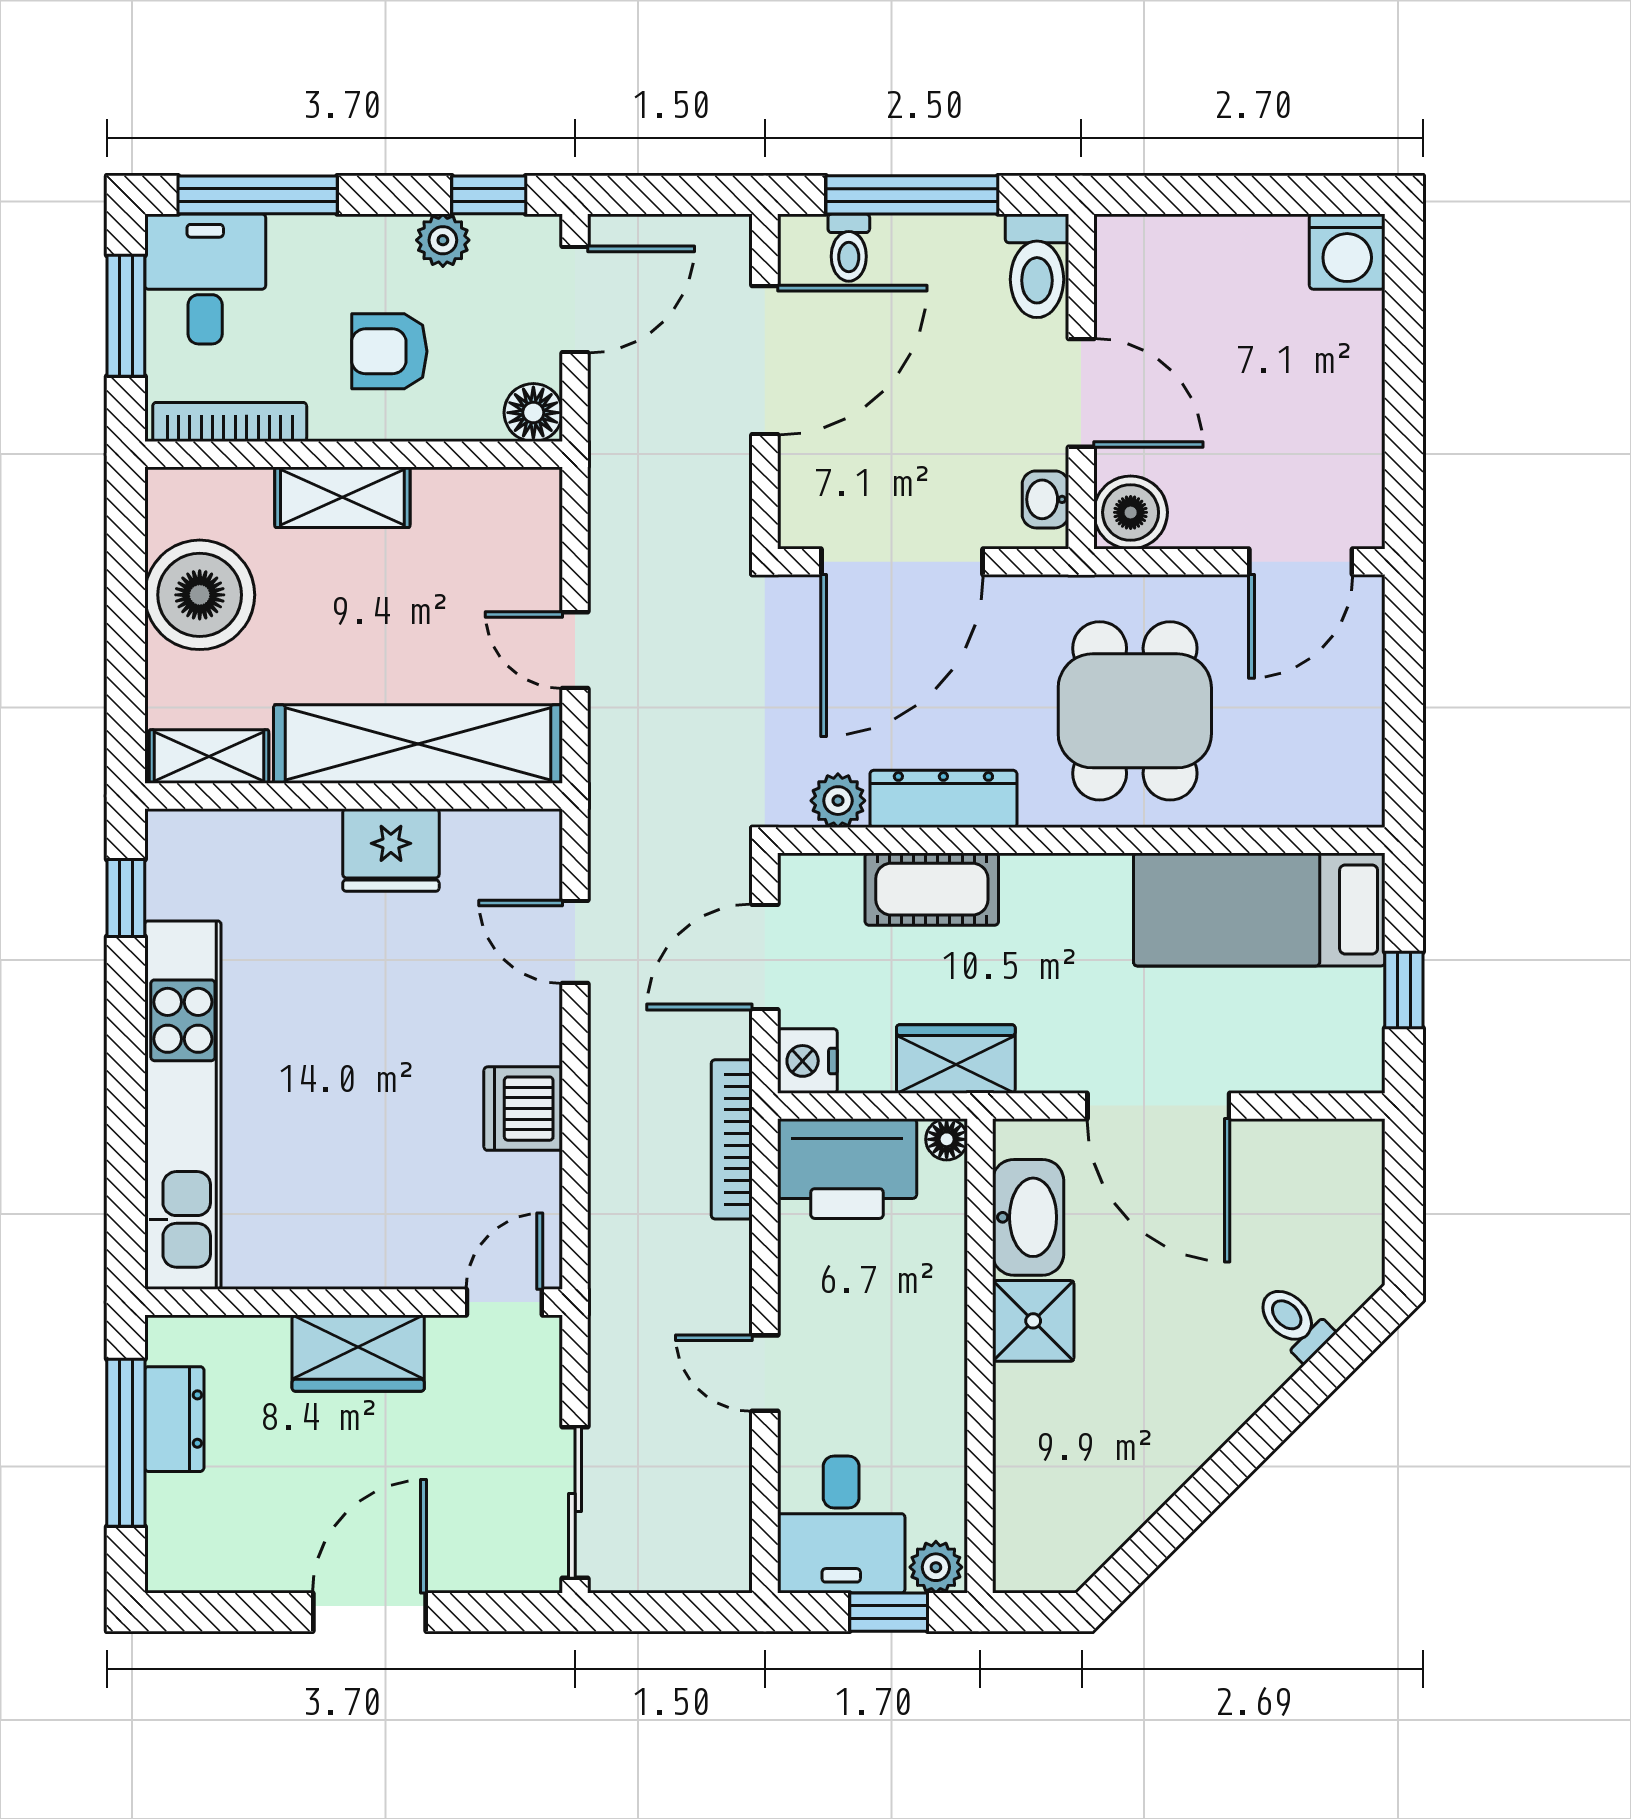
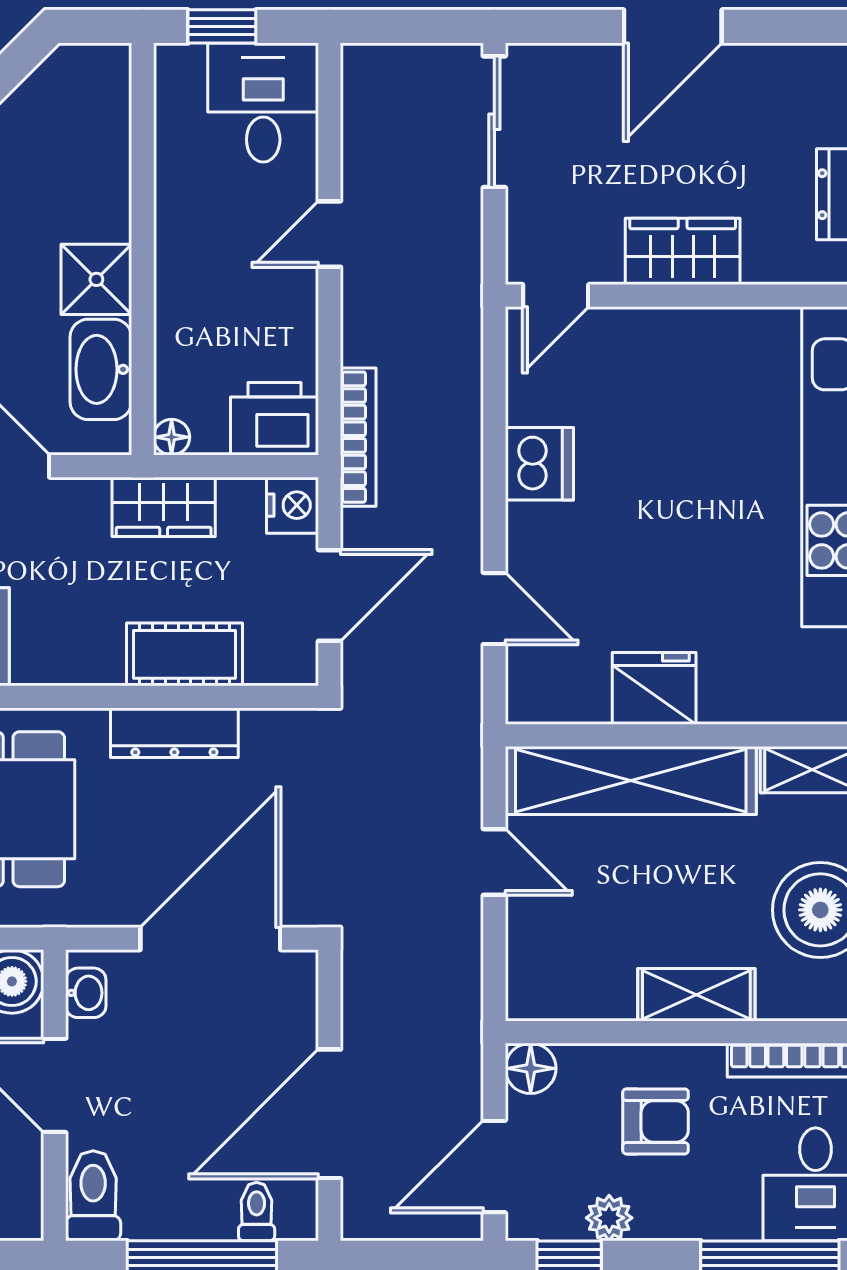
plant: (838, 801) -> (266, 731), removed
printer: (847, 1169) -> (274, 419), width x0.73, depth x0.84
door: (765, 1373) -> (329, 234), swing flipped
plant: (936, 1567) -> (181, 66), removed

